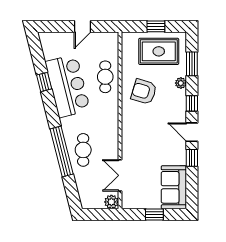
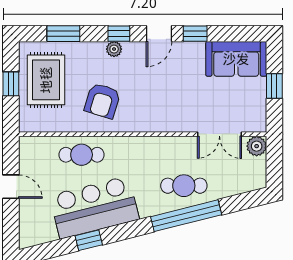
plant: (181, 83) -> (114, 49), moved

